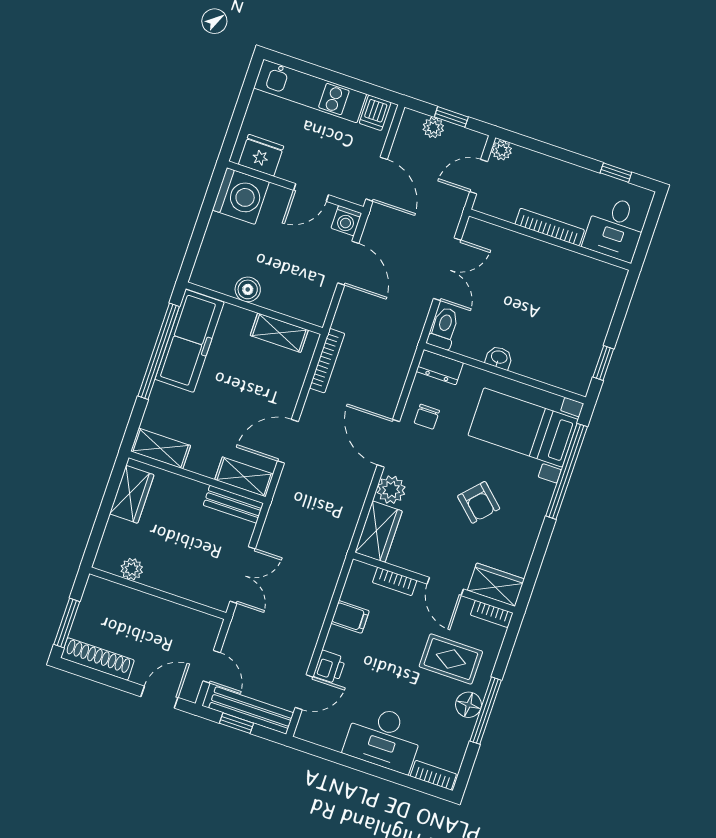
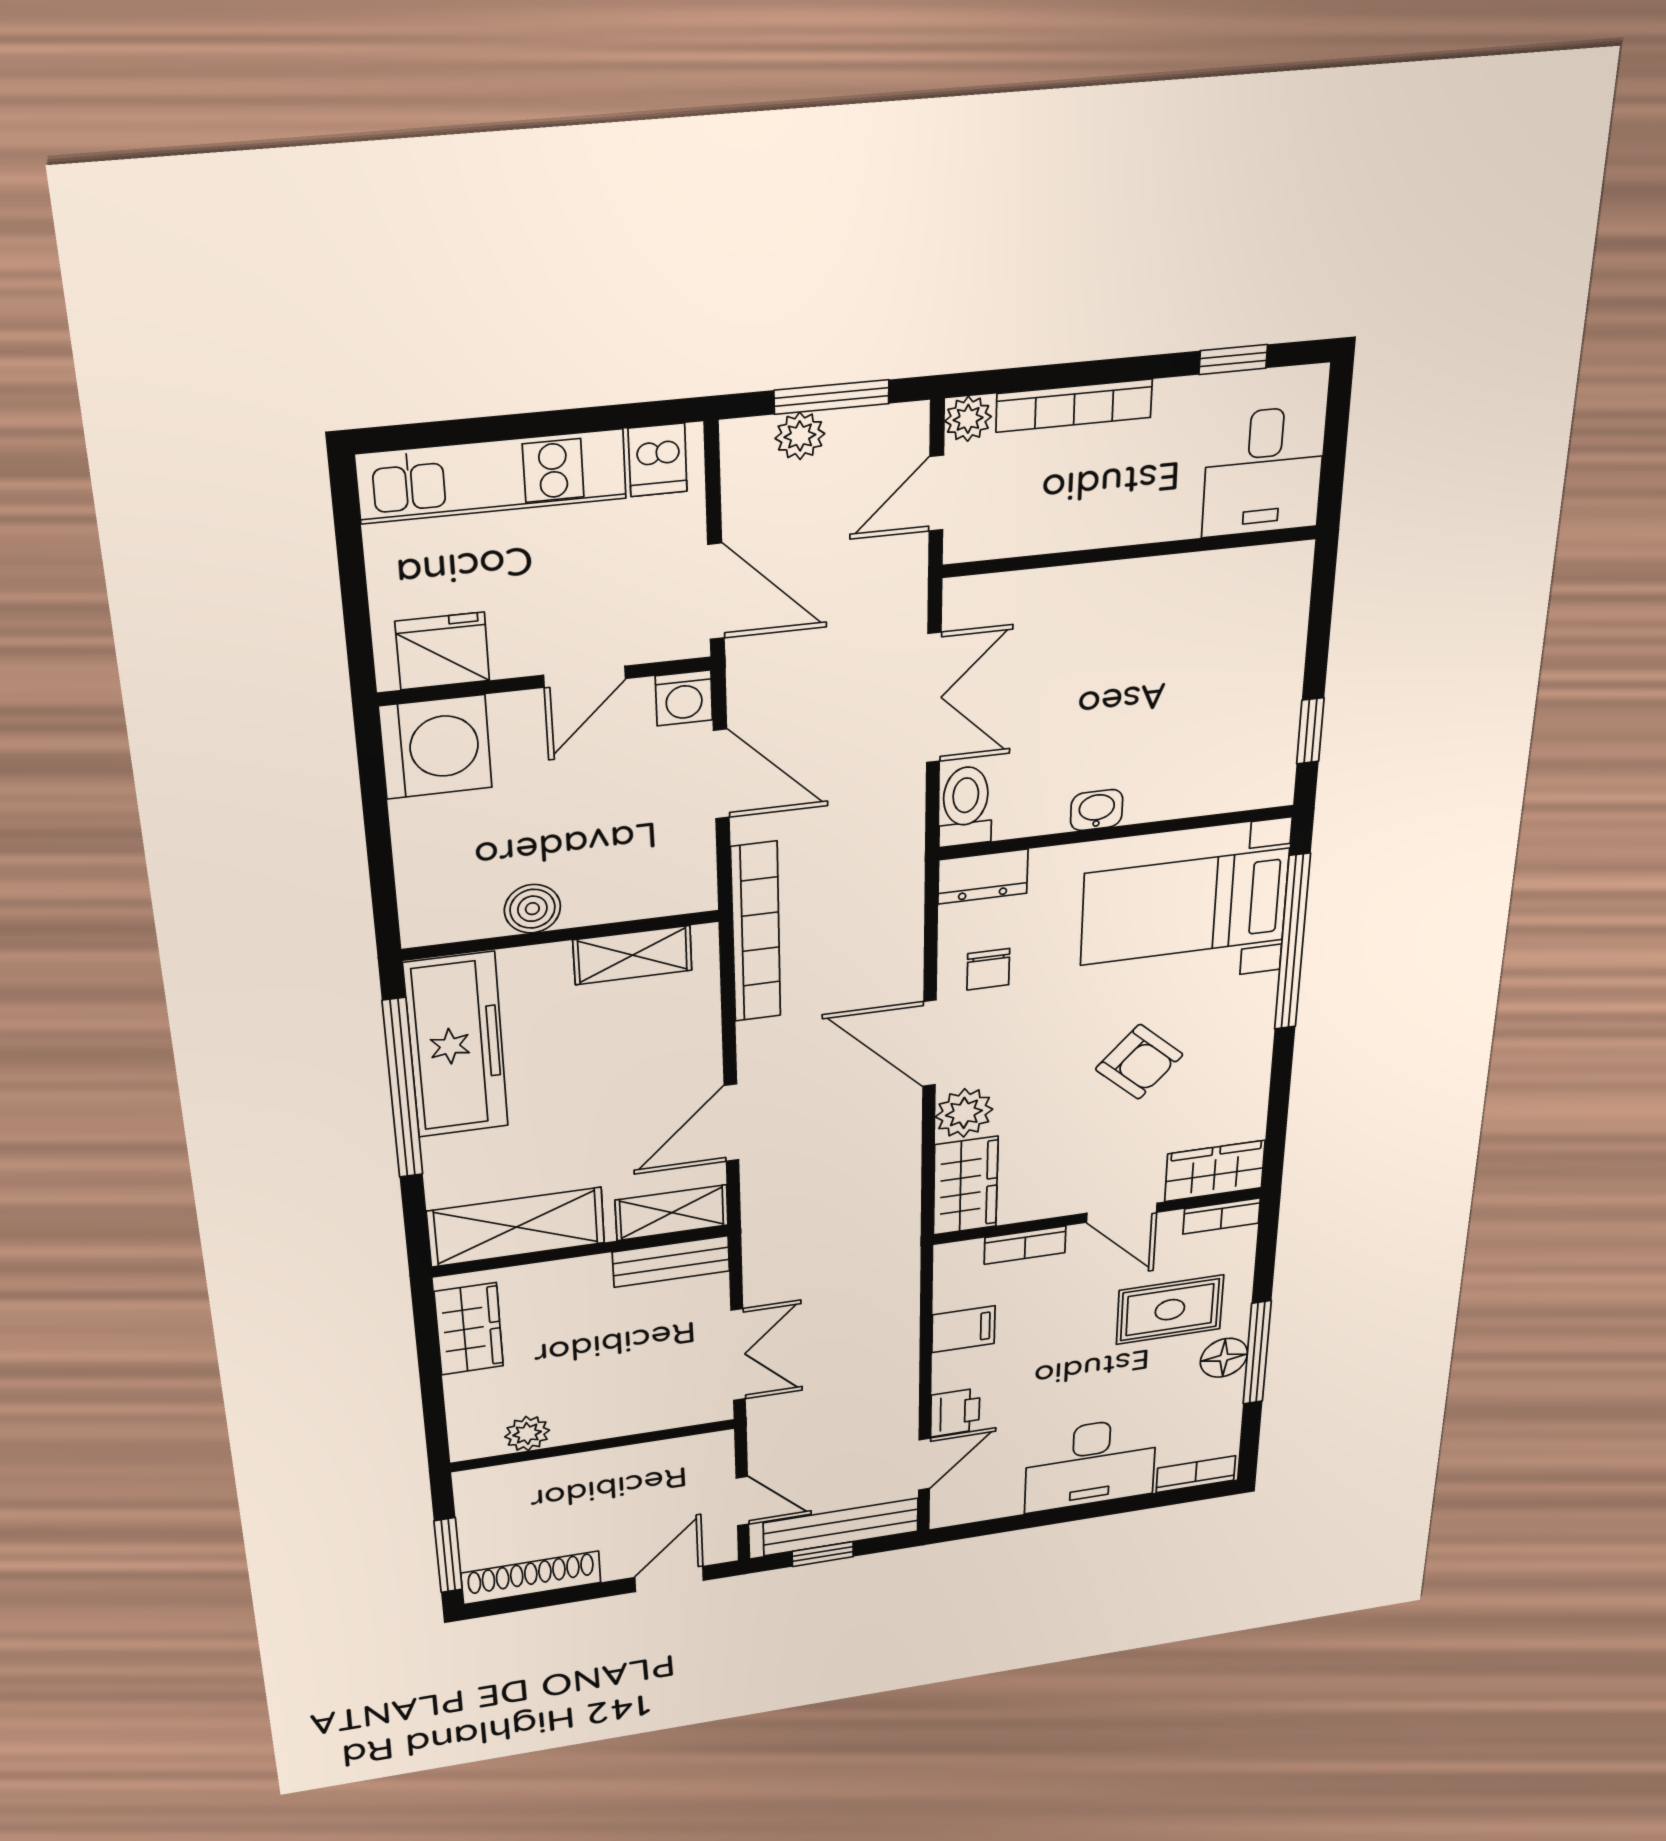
window: (451, 117) -> (832, 397), width x1.50
bookcase: (550, 227) -> (1074, 406), moved, turned 180
bookcase: (327, 361) -> (756, 932), width x1.48, depth x1.31
shelving: (161, 448) -> (516, 1227), width x1.50, depth x1.33

